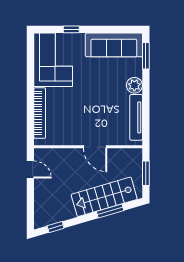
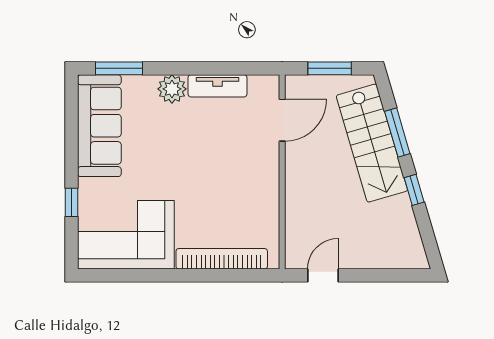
tv unit: (136, 117) -> (218, 86), width x0.71
door: (95, 147) -> (282, 120), moved
window: (56, 227) -> (414, 190), moved

